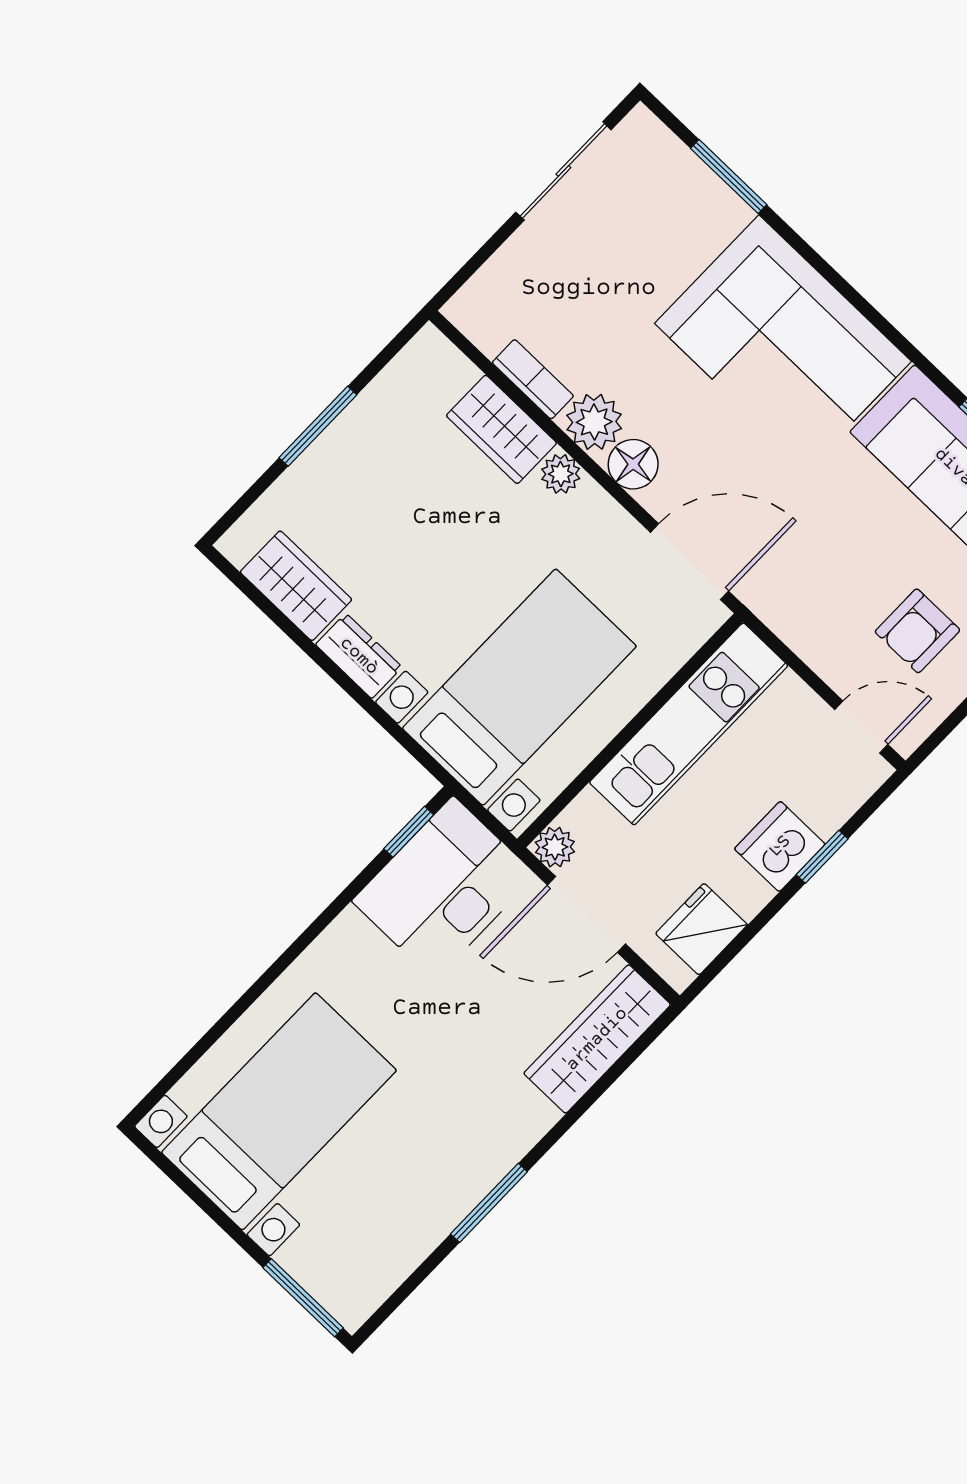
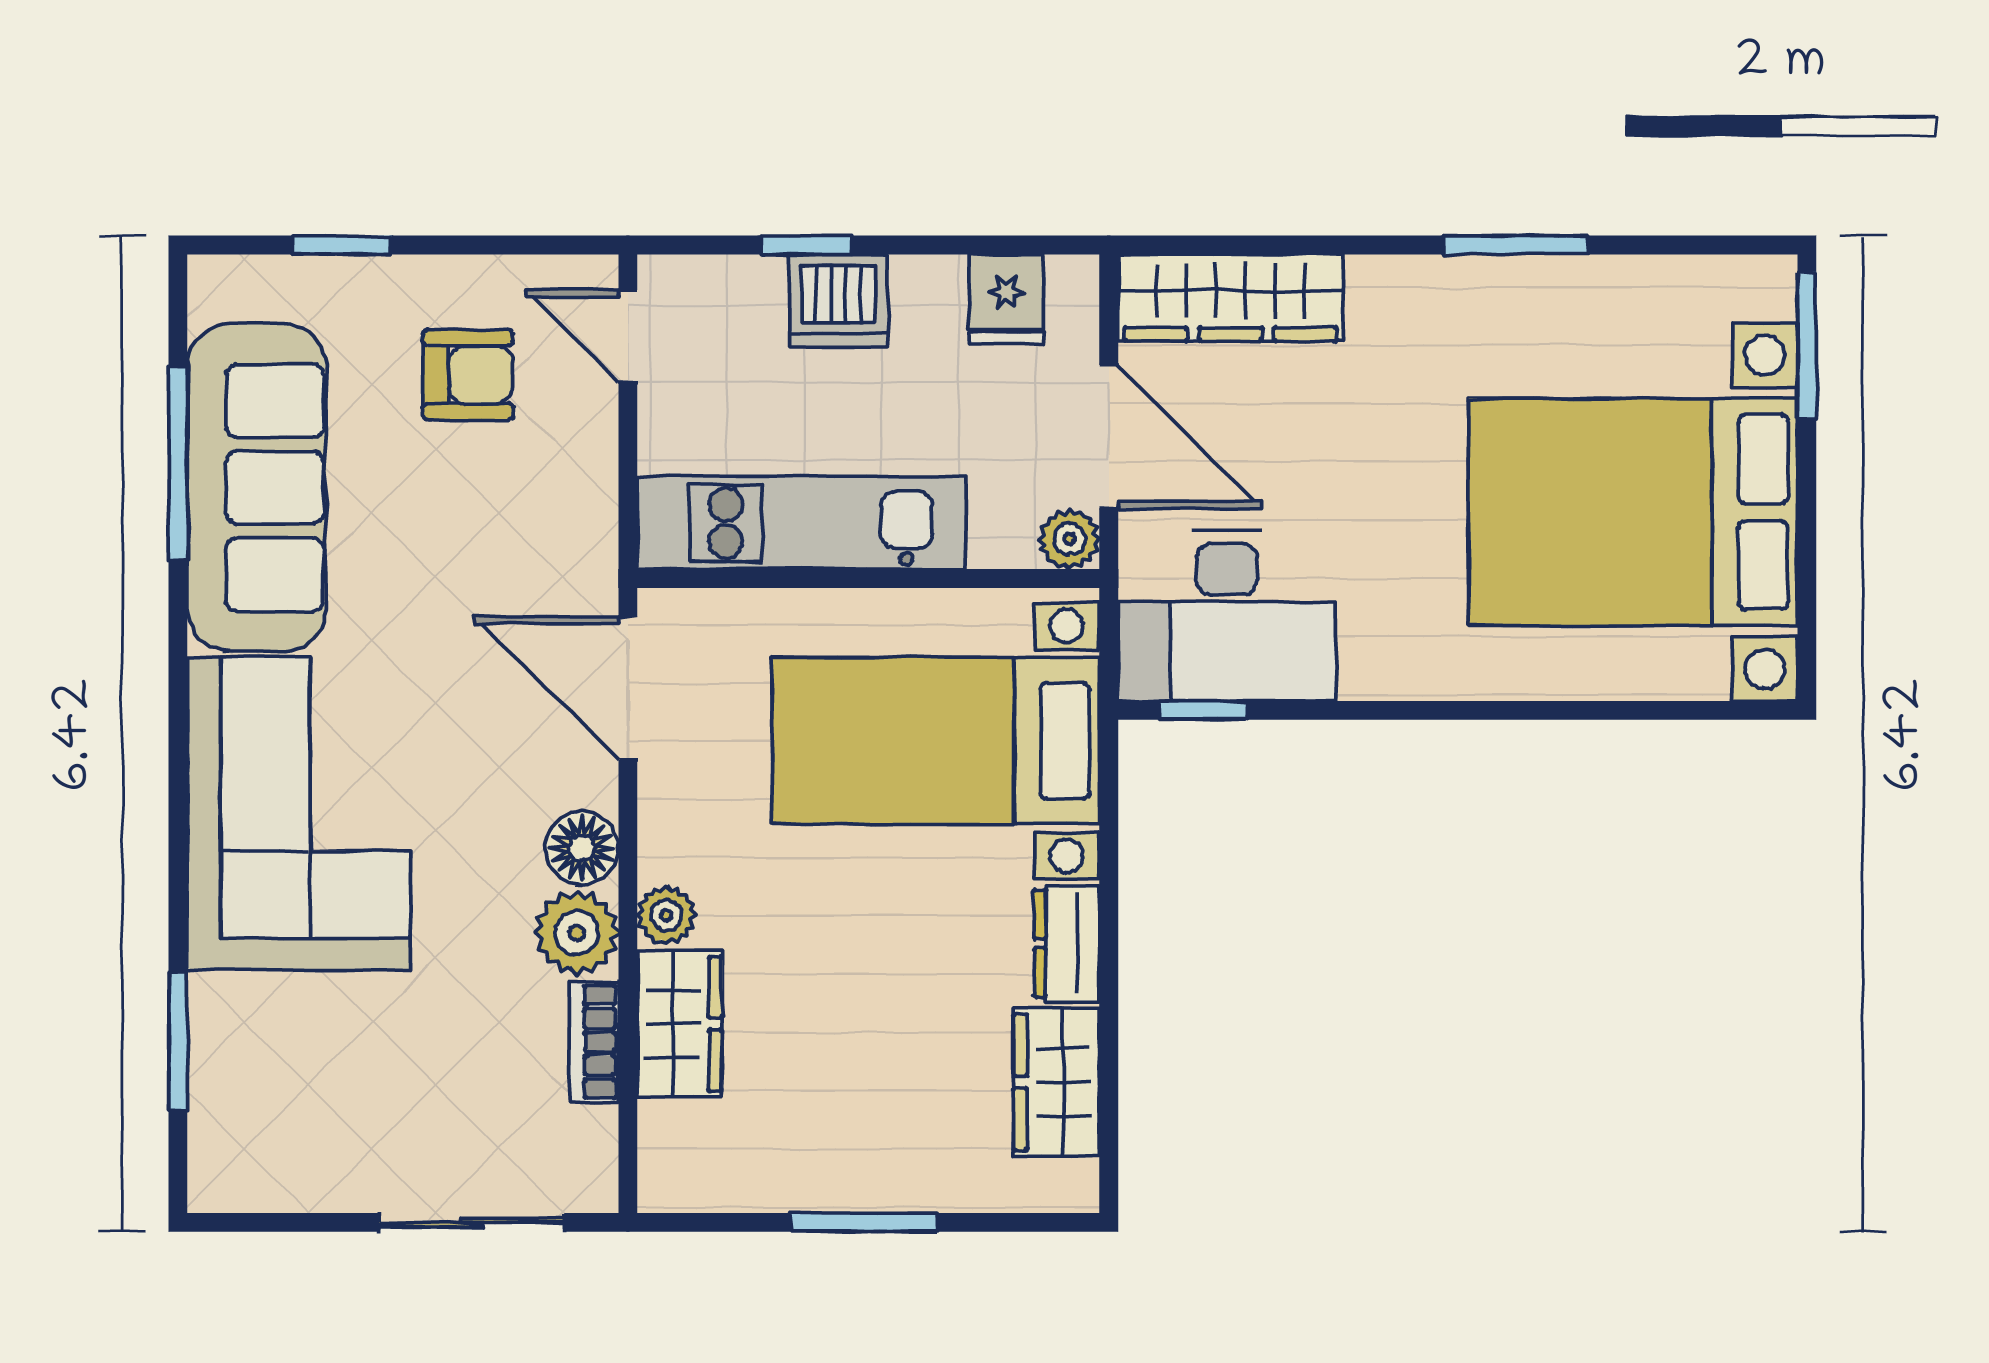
sliding door: (563, 171) -> (472, 1222), moved
fridge: (701, 929) -> (1007, 299), width x0.72
bed with nightstands: (279, 1111) -> (1633, 512), width x1.36

